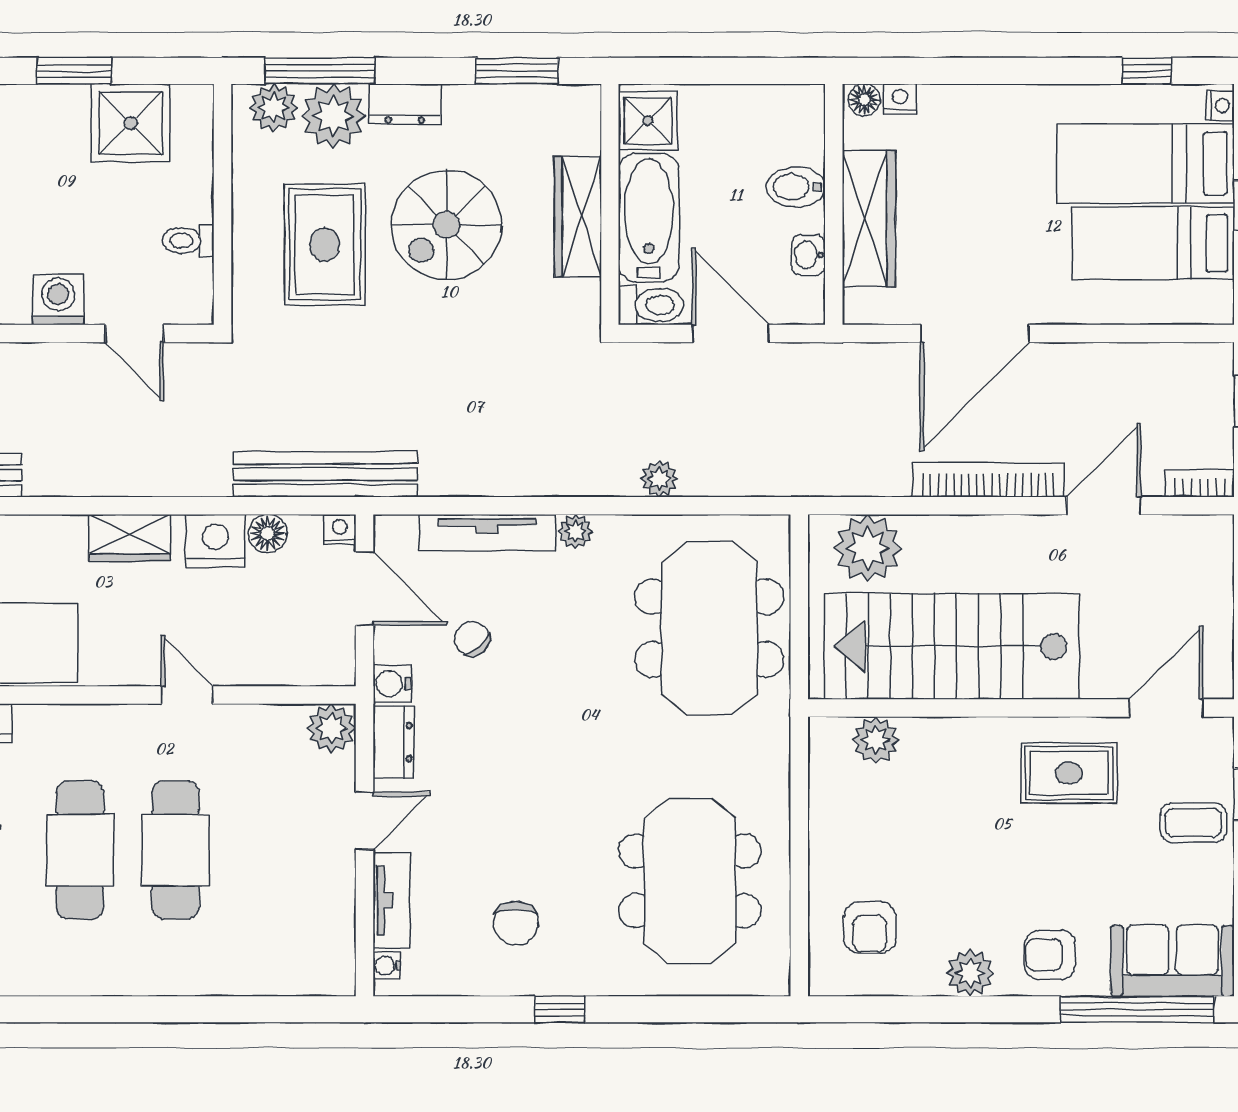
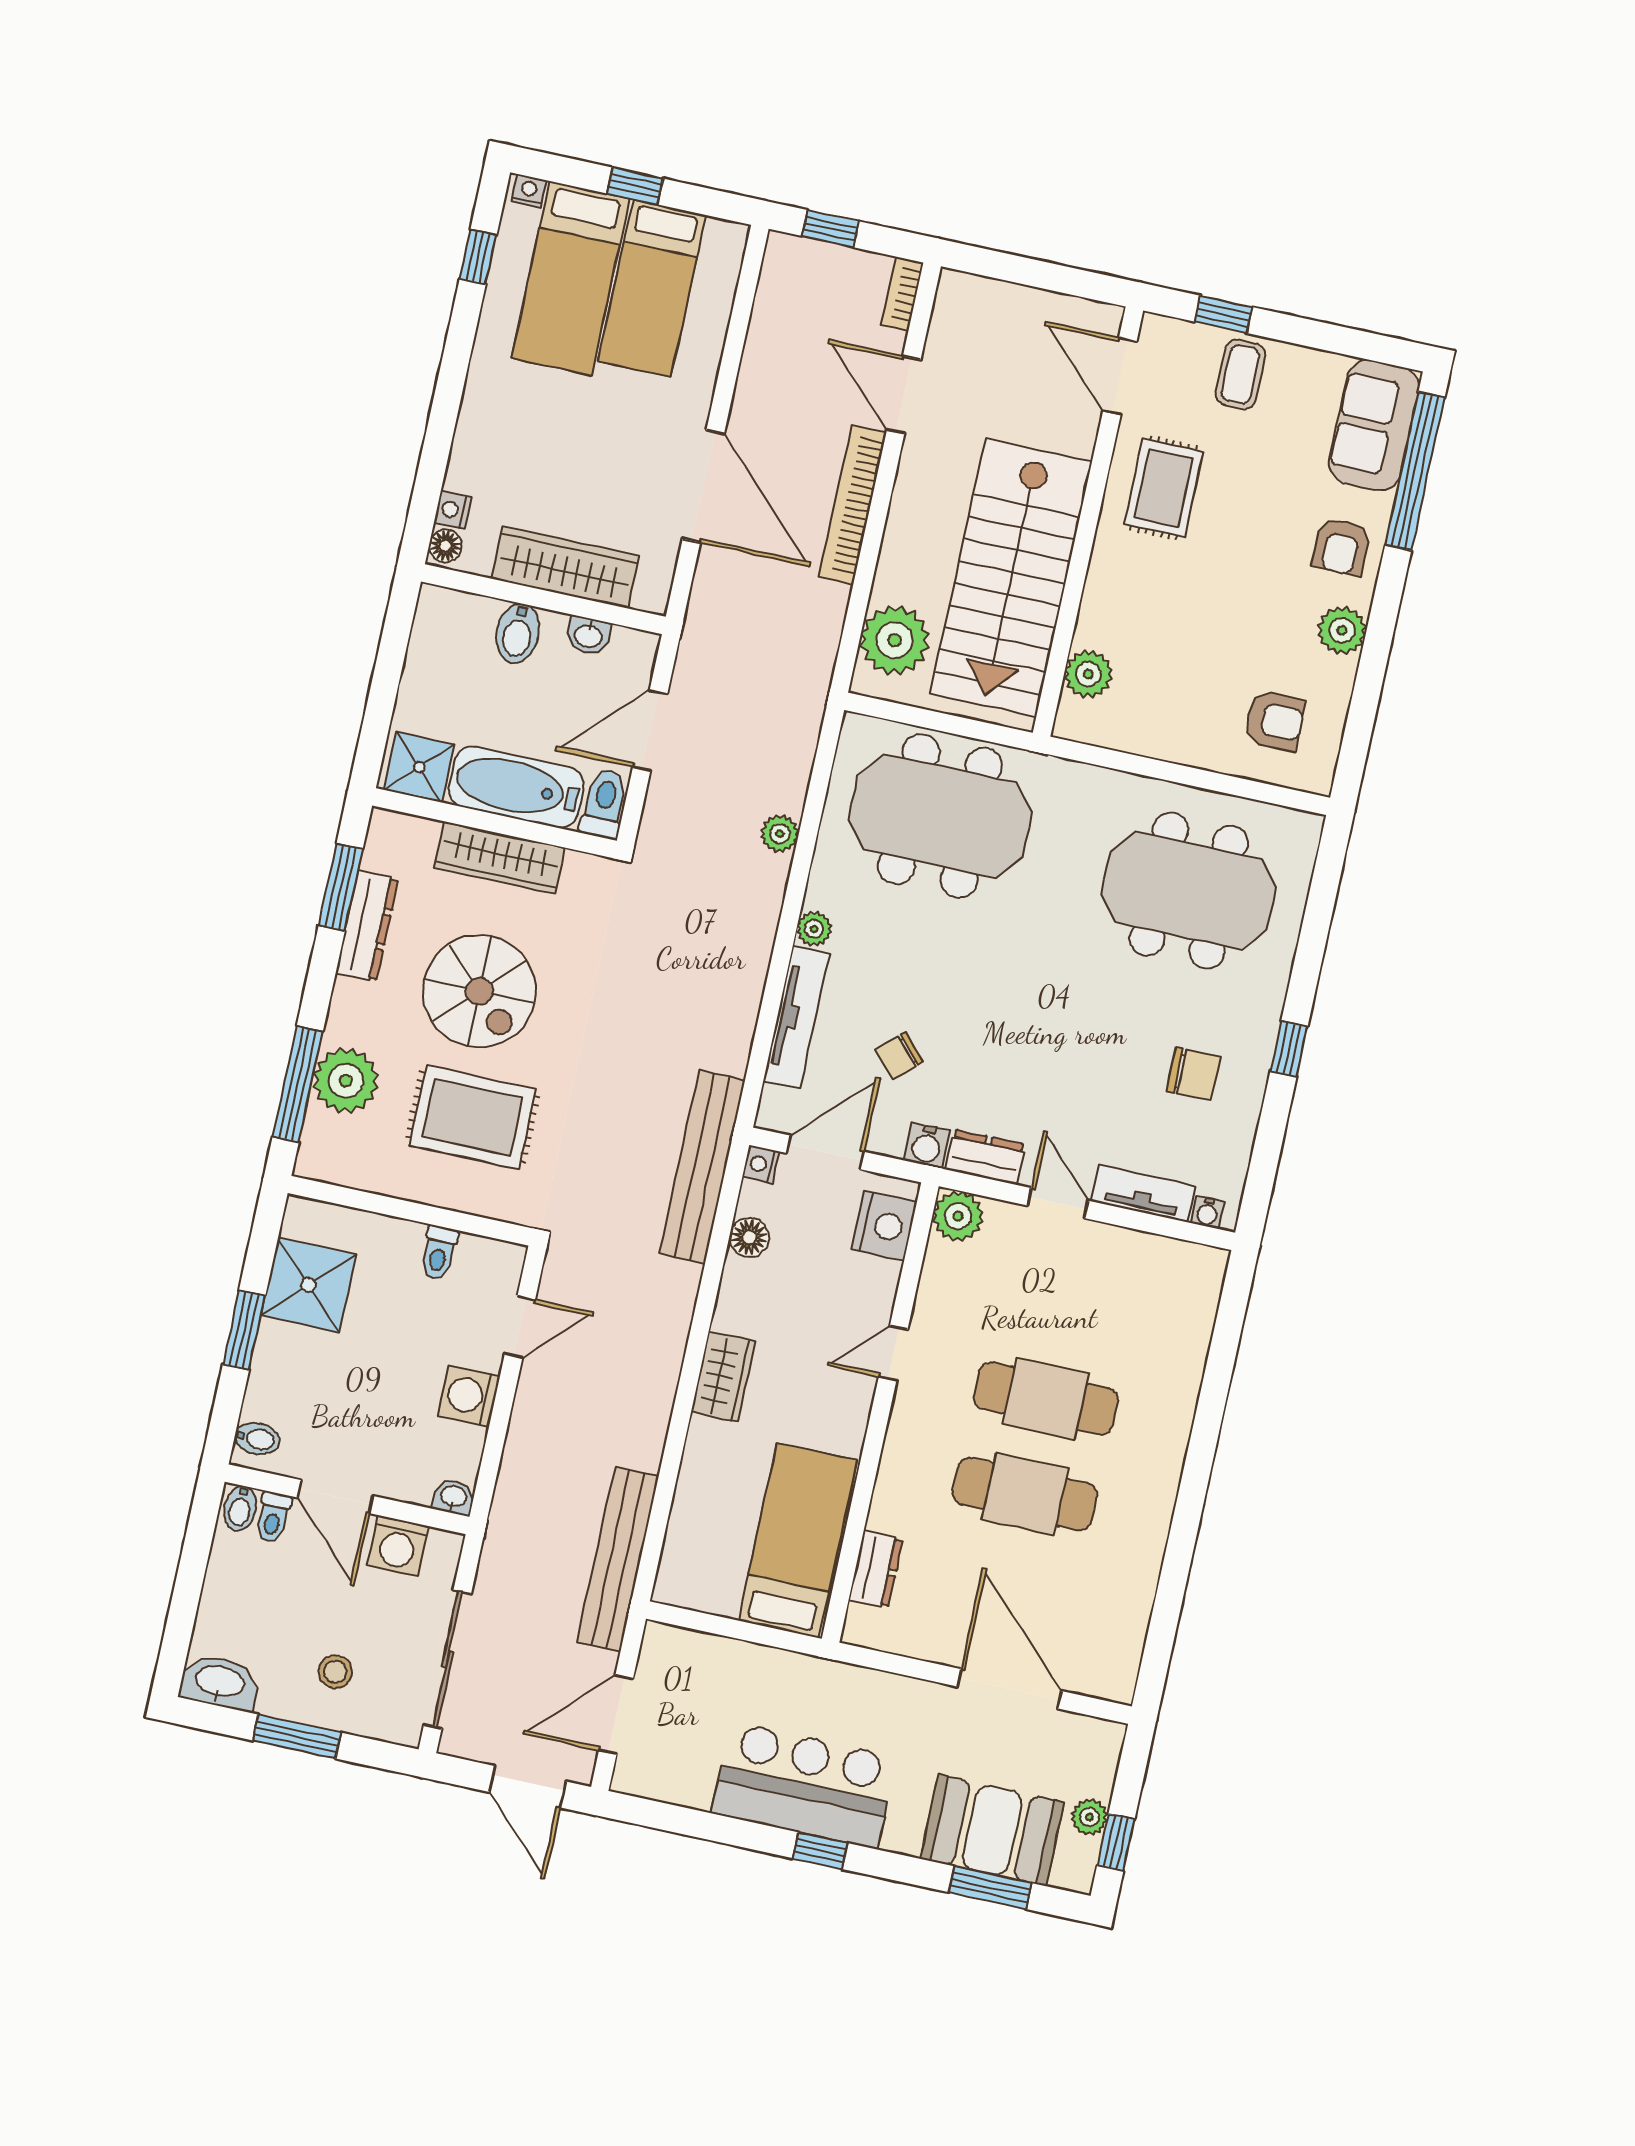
dresser: (405, 104) -> (367, 926), moved, width x1.44
plant: (274, 108) -> (325, 1138), removed
nightstand: (215, 541) -> (884, 1226), moved, turned 180

